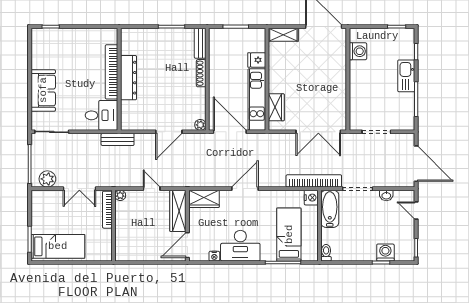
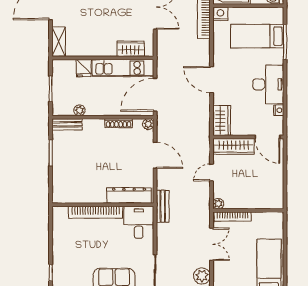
plant: (214, 56) -> (80, 110), added
shoe rack: (201, 73) -> (119, 123), moved
dresser: (129, 78) -> (129, 195), moved

